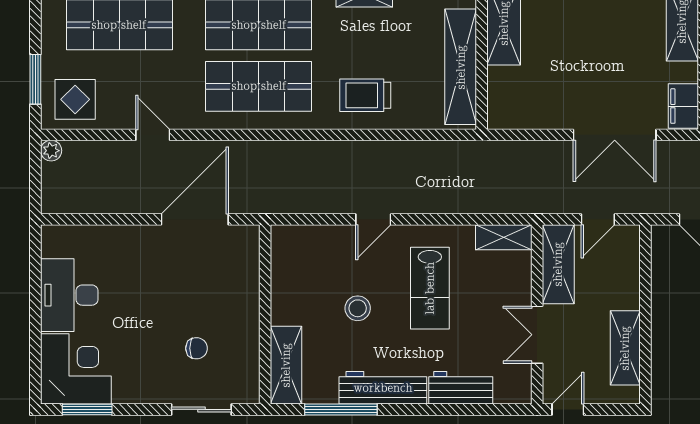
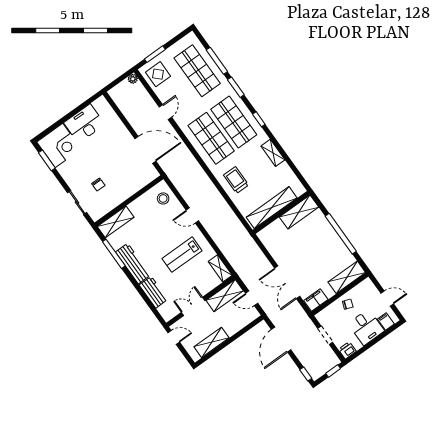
stool: (358, 308) -> (163, 198), moved

